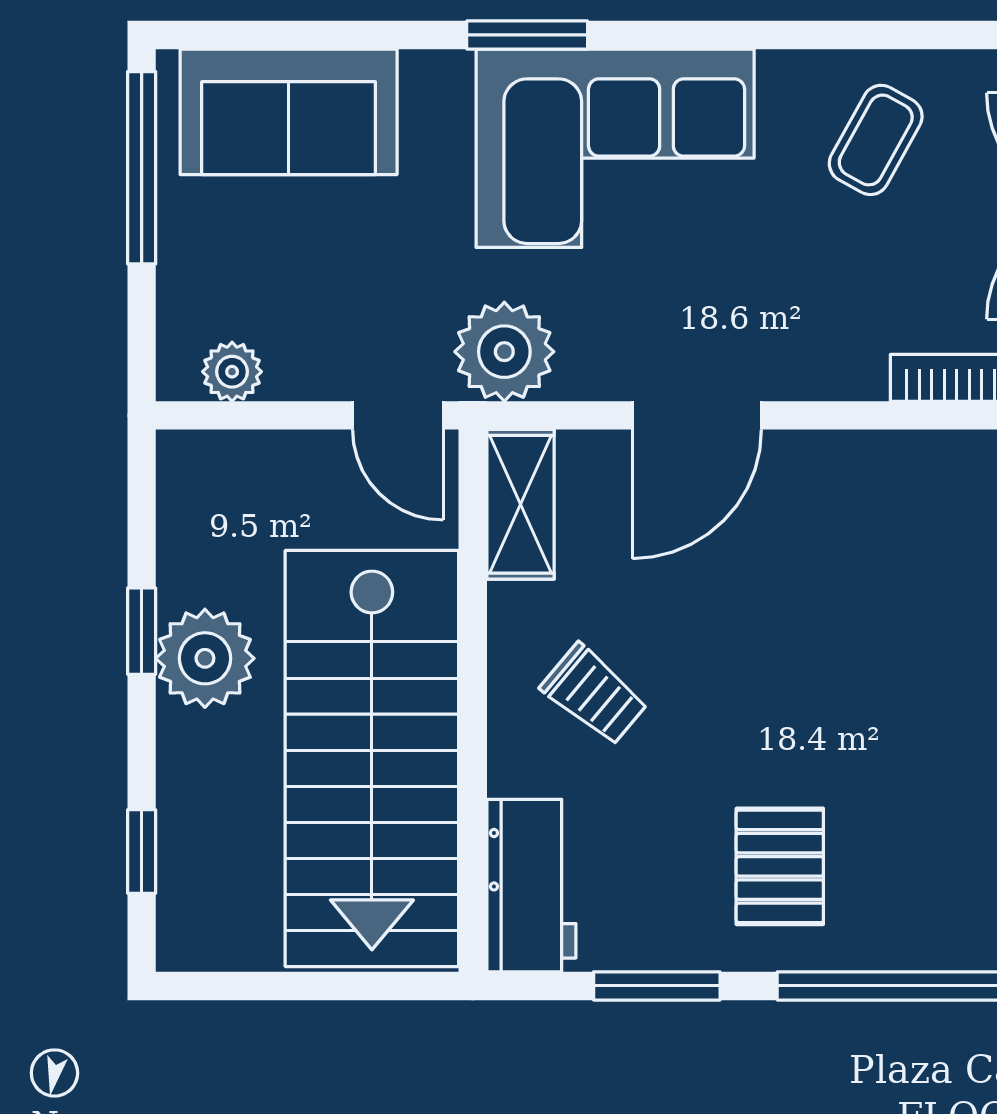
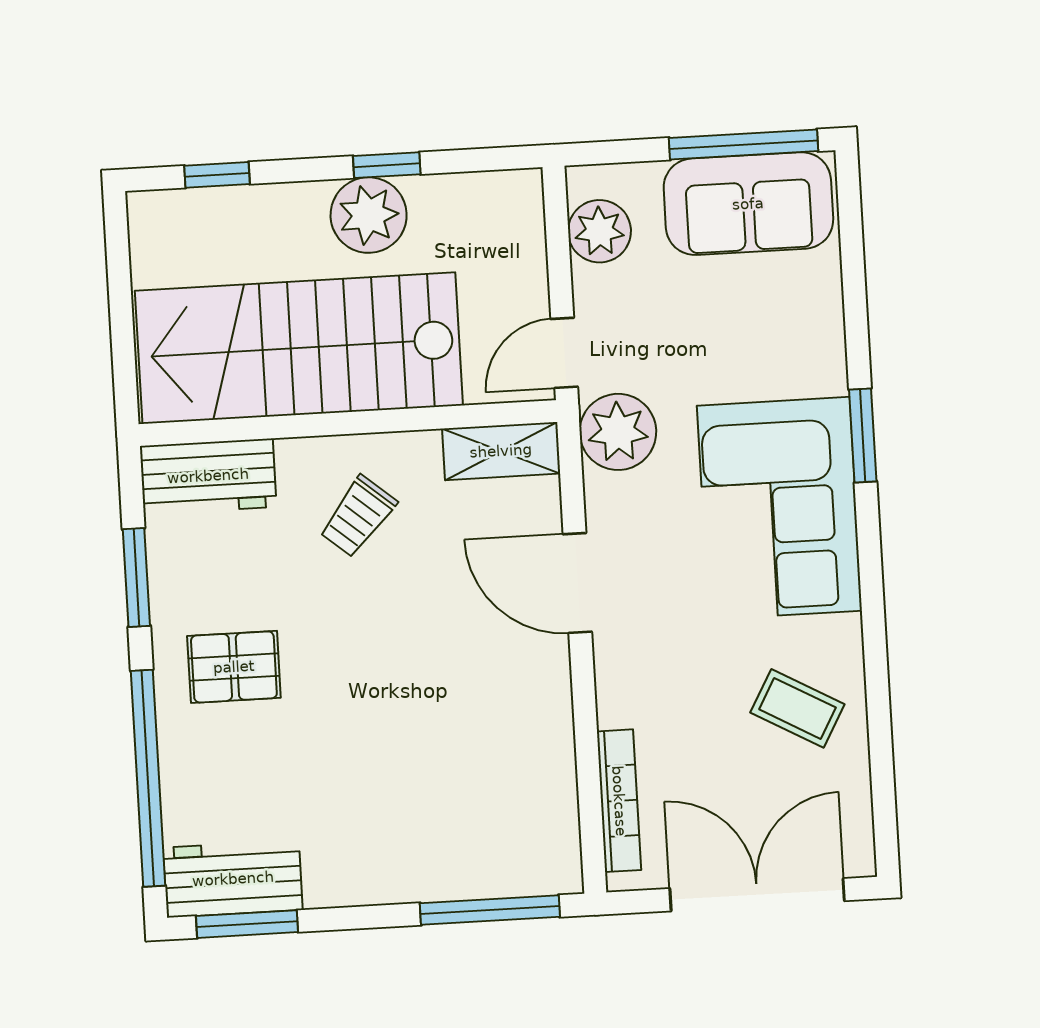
sofa: (289, 112) -> (748, 204), moved, turned -90
plant: (232, 372) -> (599, 231), width x1.38, depth x1.38

